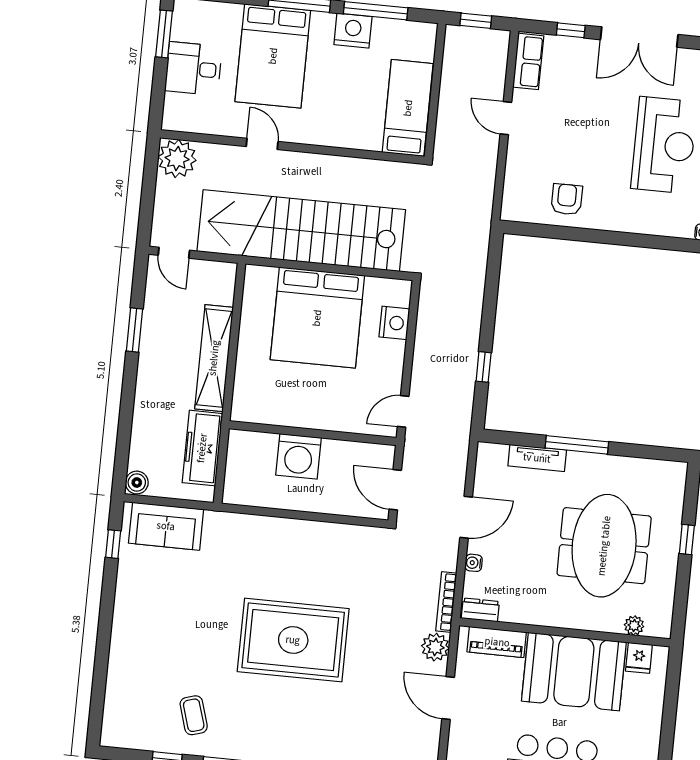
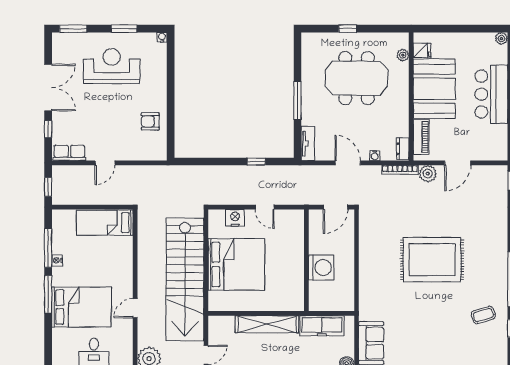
nightstand: (353, 31) -> (57, 260), width x0.53, depth x0.56
door: (403, 411) -> (265, 207), moved
tv unit: (537, 458) -> (308, 143), moved
rug: (293, 640) -> (432, 260), turned 90

